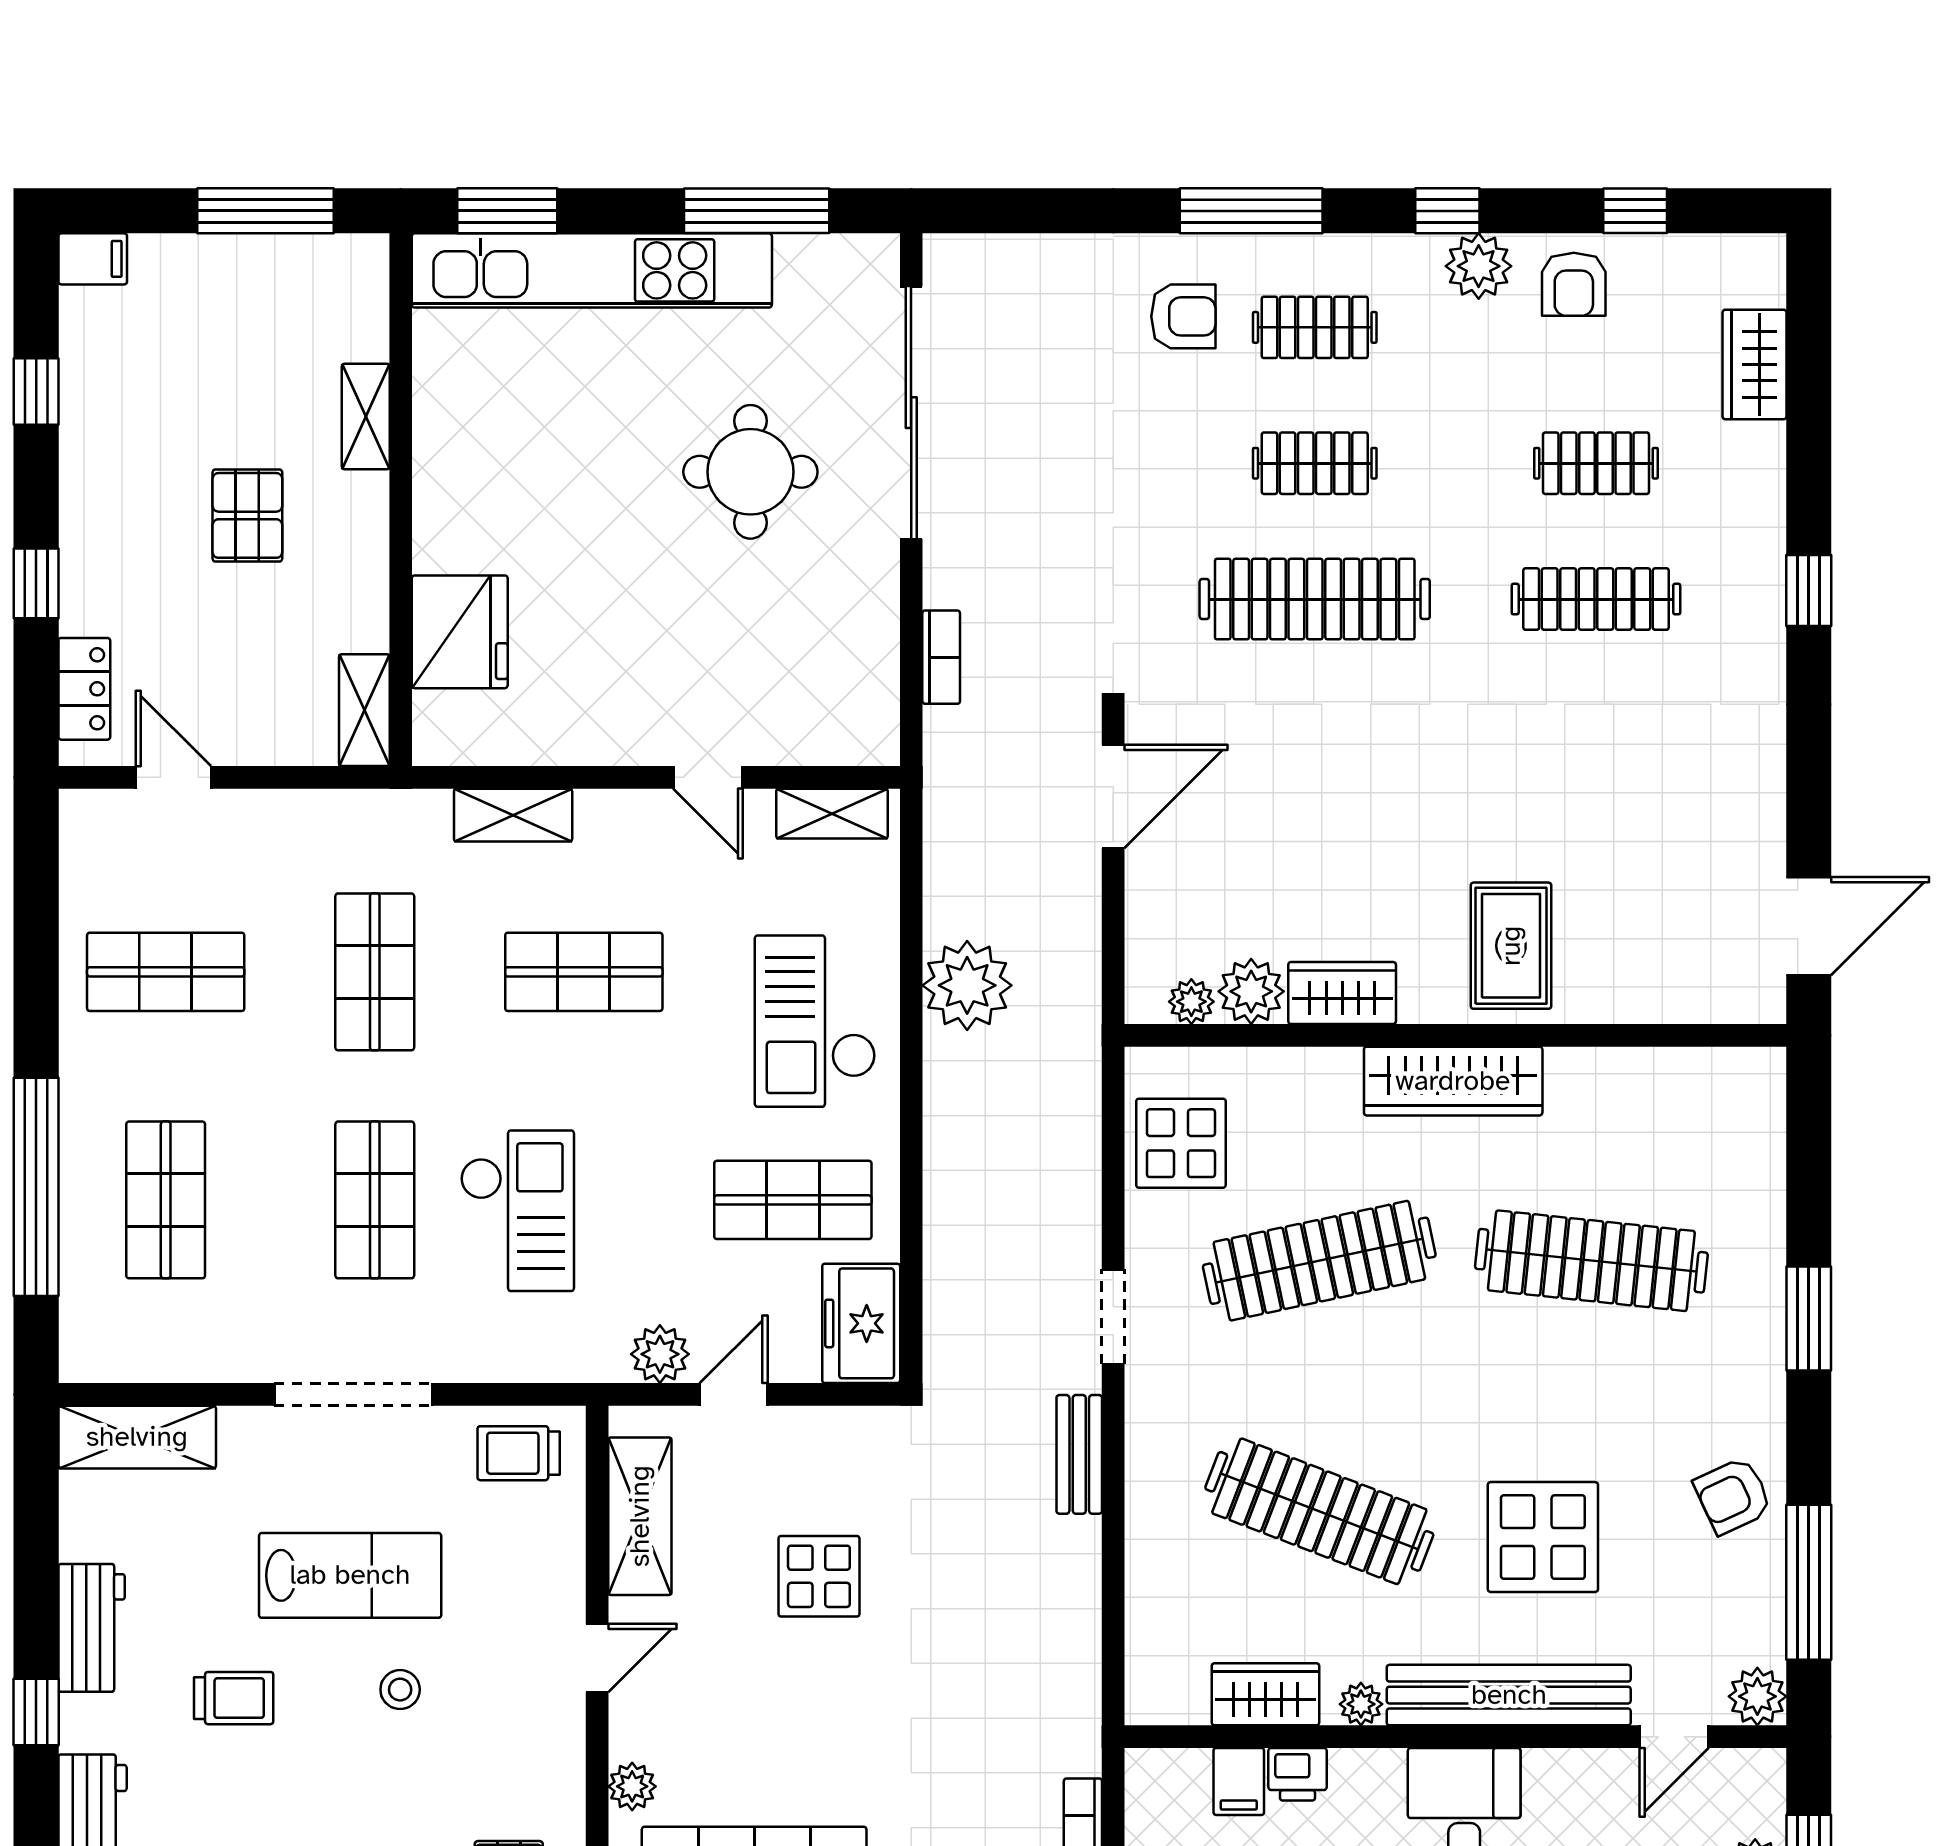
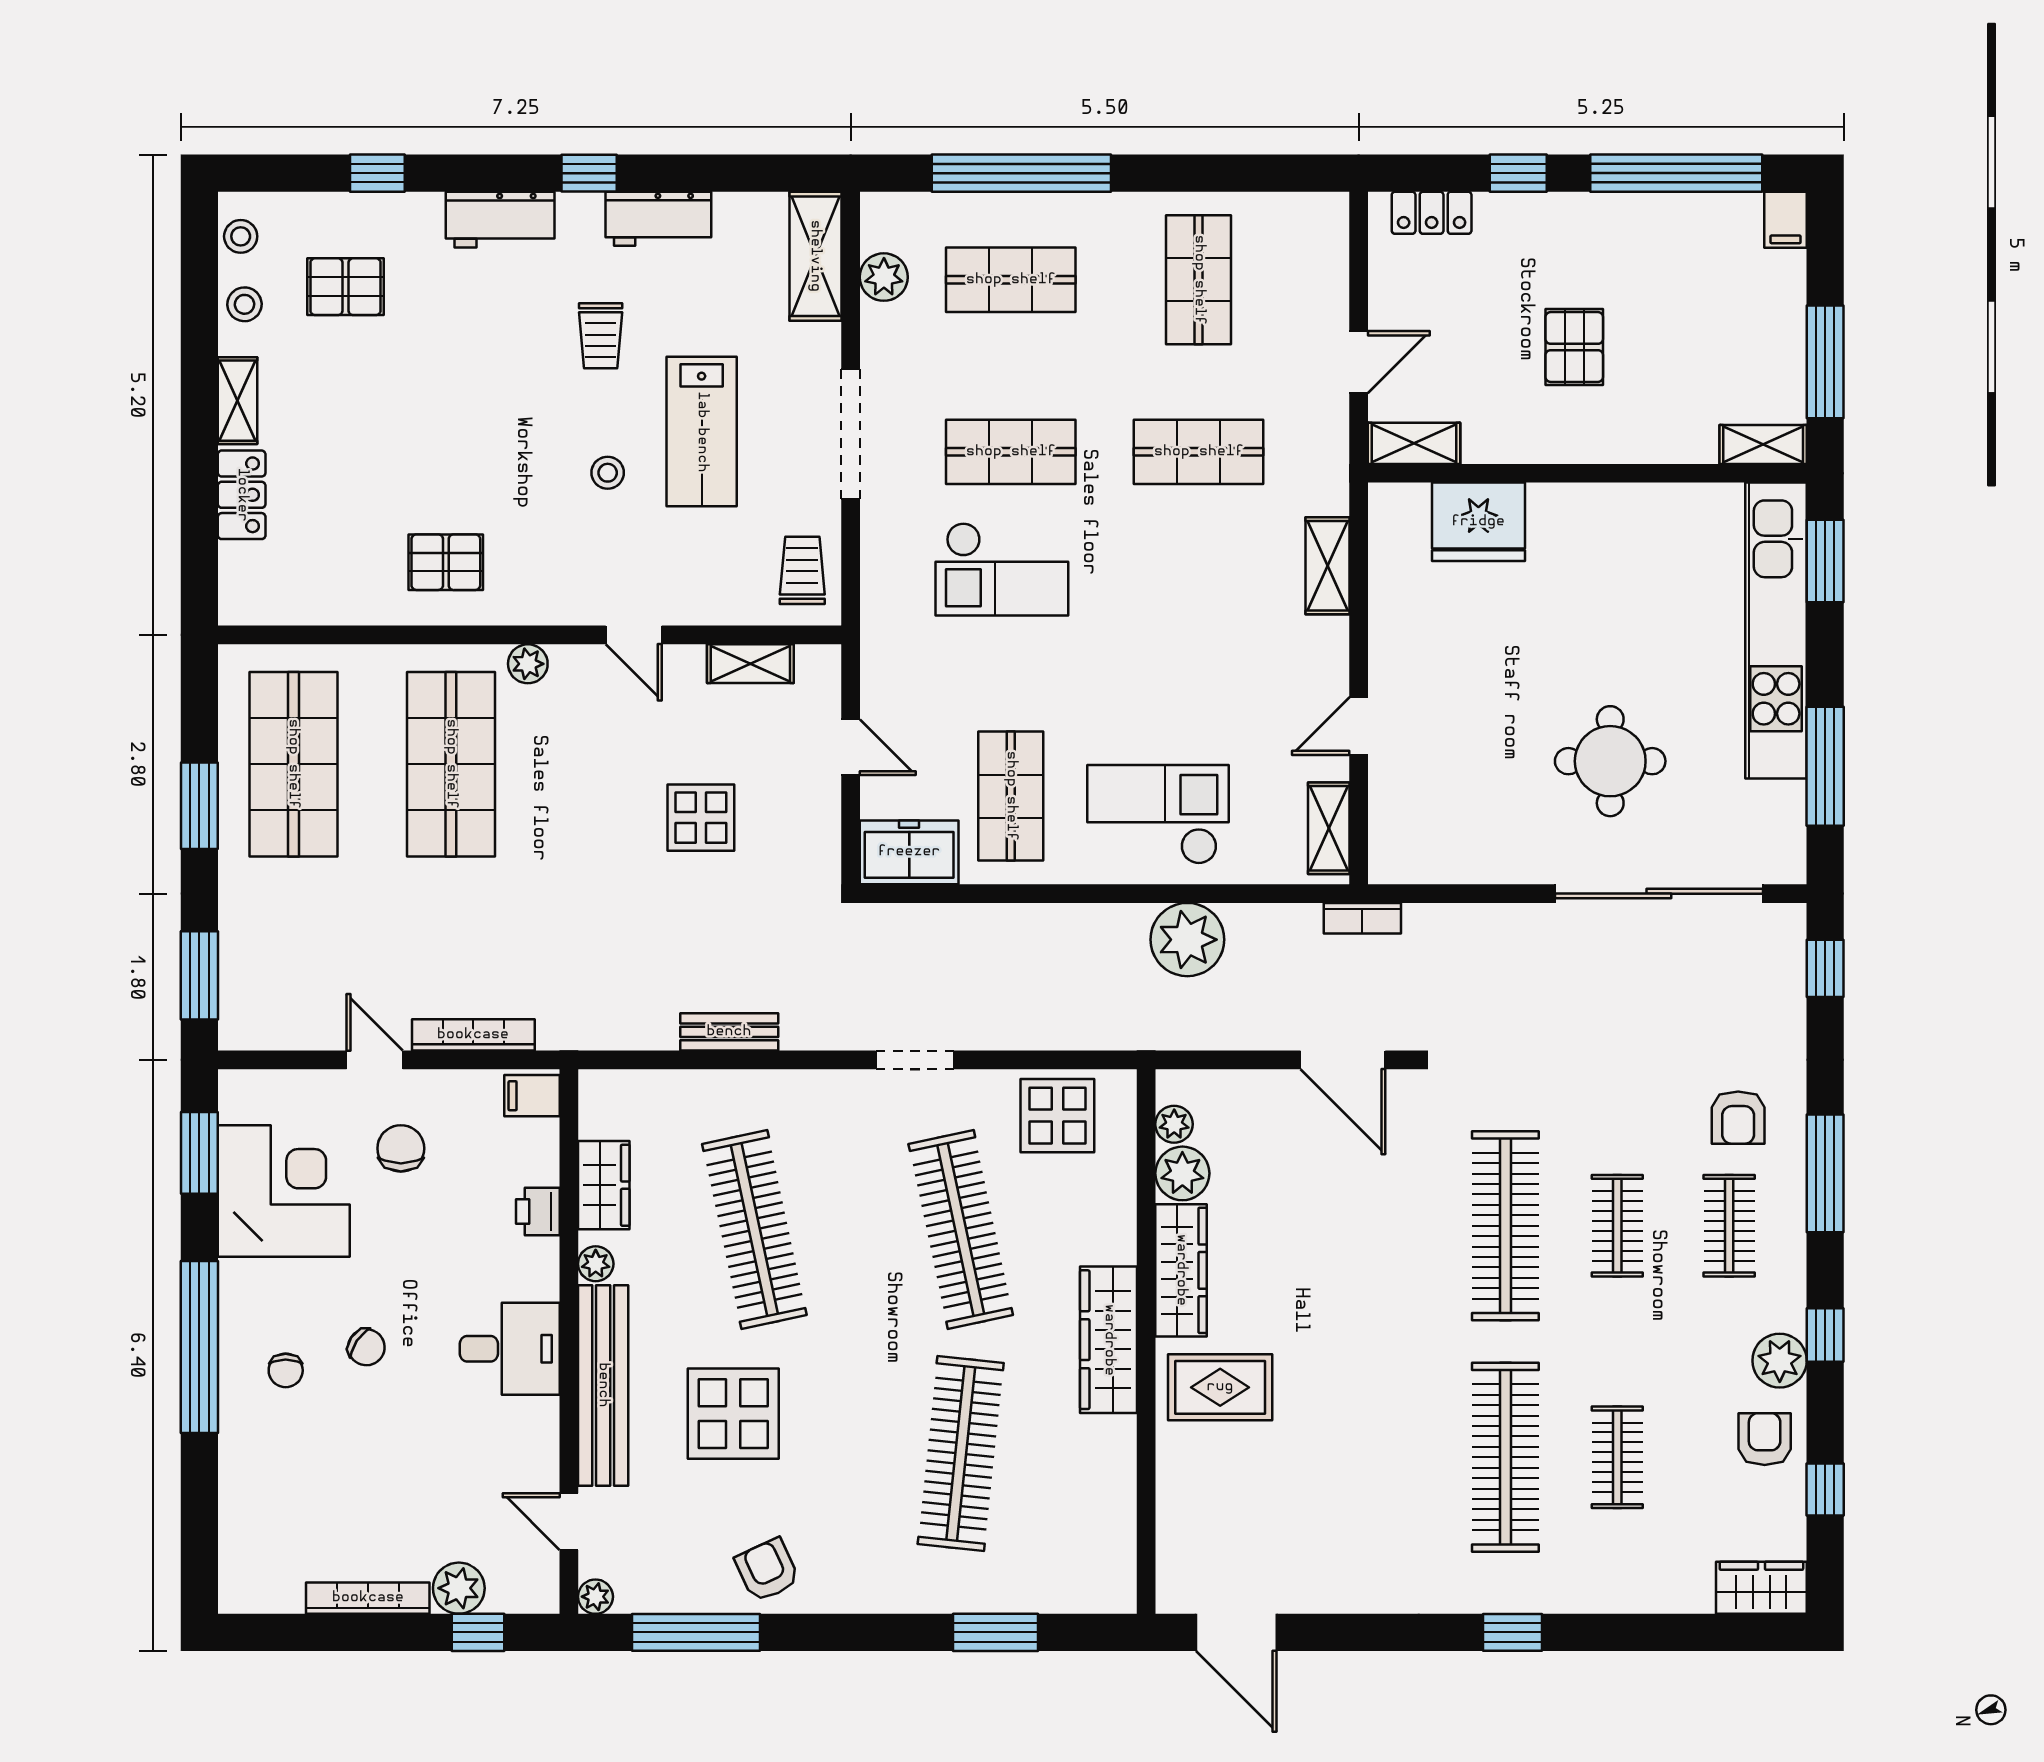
window: (1002, 211) -> (1825, 968), added
armchair: (1574, 284) -> (1765, 1439), turned 90
wardrobe: (1754, 364) -> (1761, 1588), moved
window: (36, 391) -> (1676, 173), width x3.17
shelving: (366, 417) -> (1763, 444), moved
pallet: (247, 515) -> (1574, 347), turned 90
clothes rail: (1596, 599) -> (1505, 1457), width x1.37, depth x1.31
bookcase: (941, 657) -> (1362, 918), moved
door: (173, 777) -> (1359, 362), moved
shop shelf: (584, 972) -> (1199, 624), removed
wardrobe: (1342, 993) -> (1181, 1270), width x1.50
window: (1809, 1318) -> (996, 1632), moved
plant: (660, 1354) -> (884, 277), moved
bench: (1079, 1454) -> (729, 1032), moved
clothes rail: (1319, 1511) -> (754, 1230), turned -33
shelving: (640, 1516) -> (750, 664), width x0.67, depth x0.75
plant: (1757, 1696) -> (595, 1597), width x0.73, depth x0.73
filing cabinet: (1239, 1781) -> (532, 1096), moved

